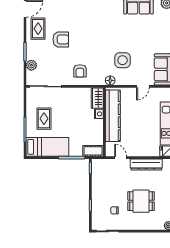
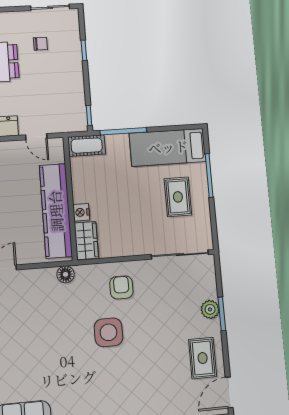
armchair: (61, 39) -> (160, 342), removed
side table: (123, 60) -> (108, 332), moved
plant: (31, 65) -> (210, 309), moved

